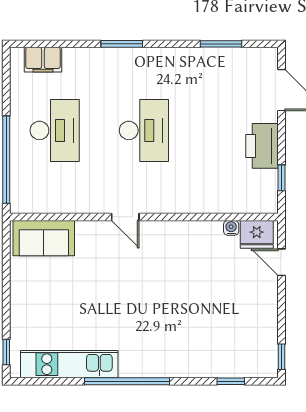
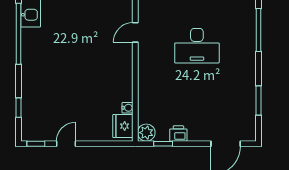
window: (122, 44) -> (259, 30), width x1.44
printer: (262, 146) -> (178, 133), width x0.53, depth x0.68
plant: (266, 201) -> (146, 133), added
door: (281, 262) -> (66, 144), moved

